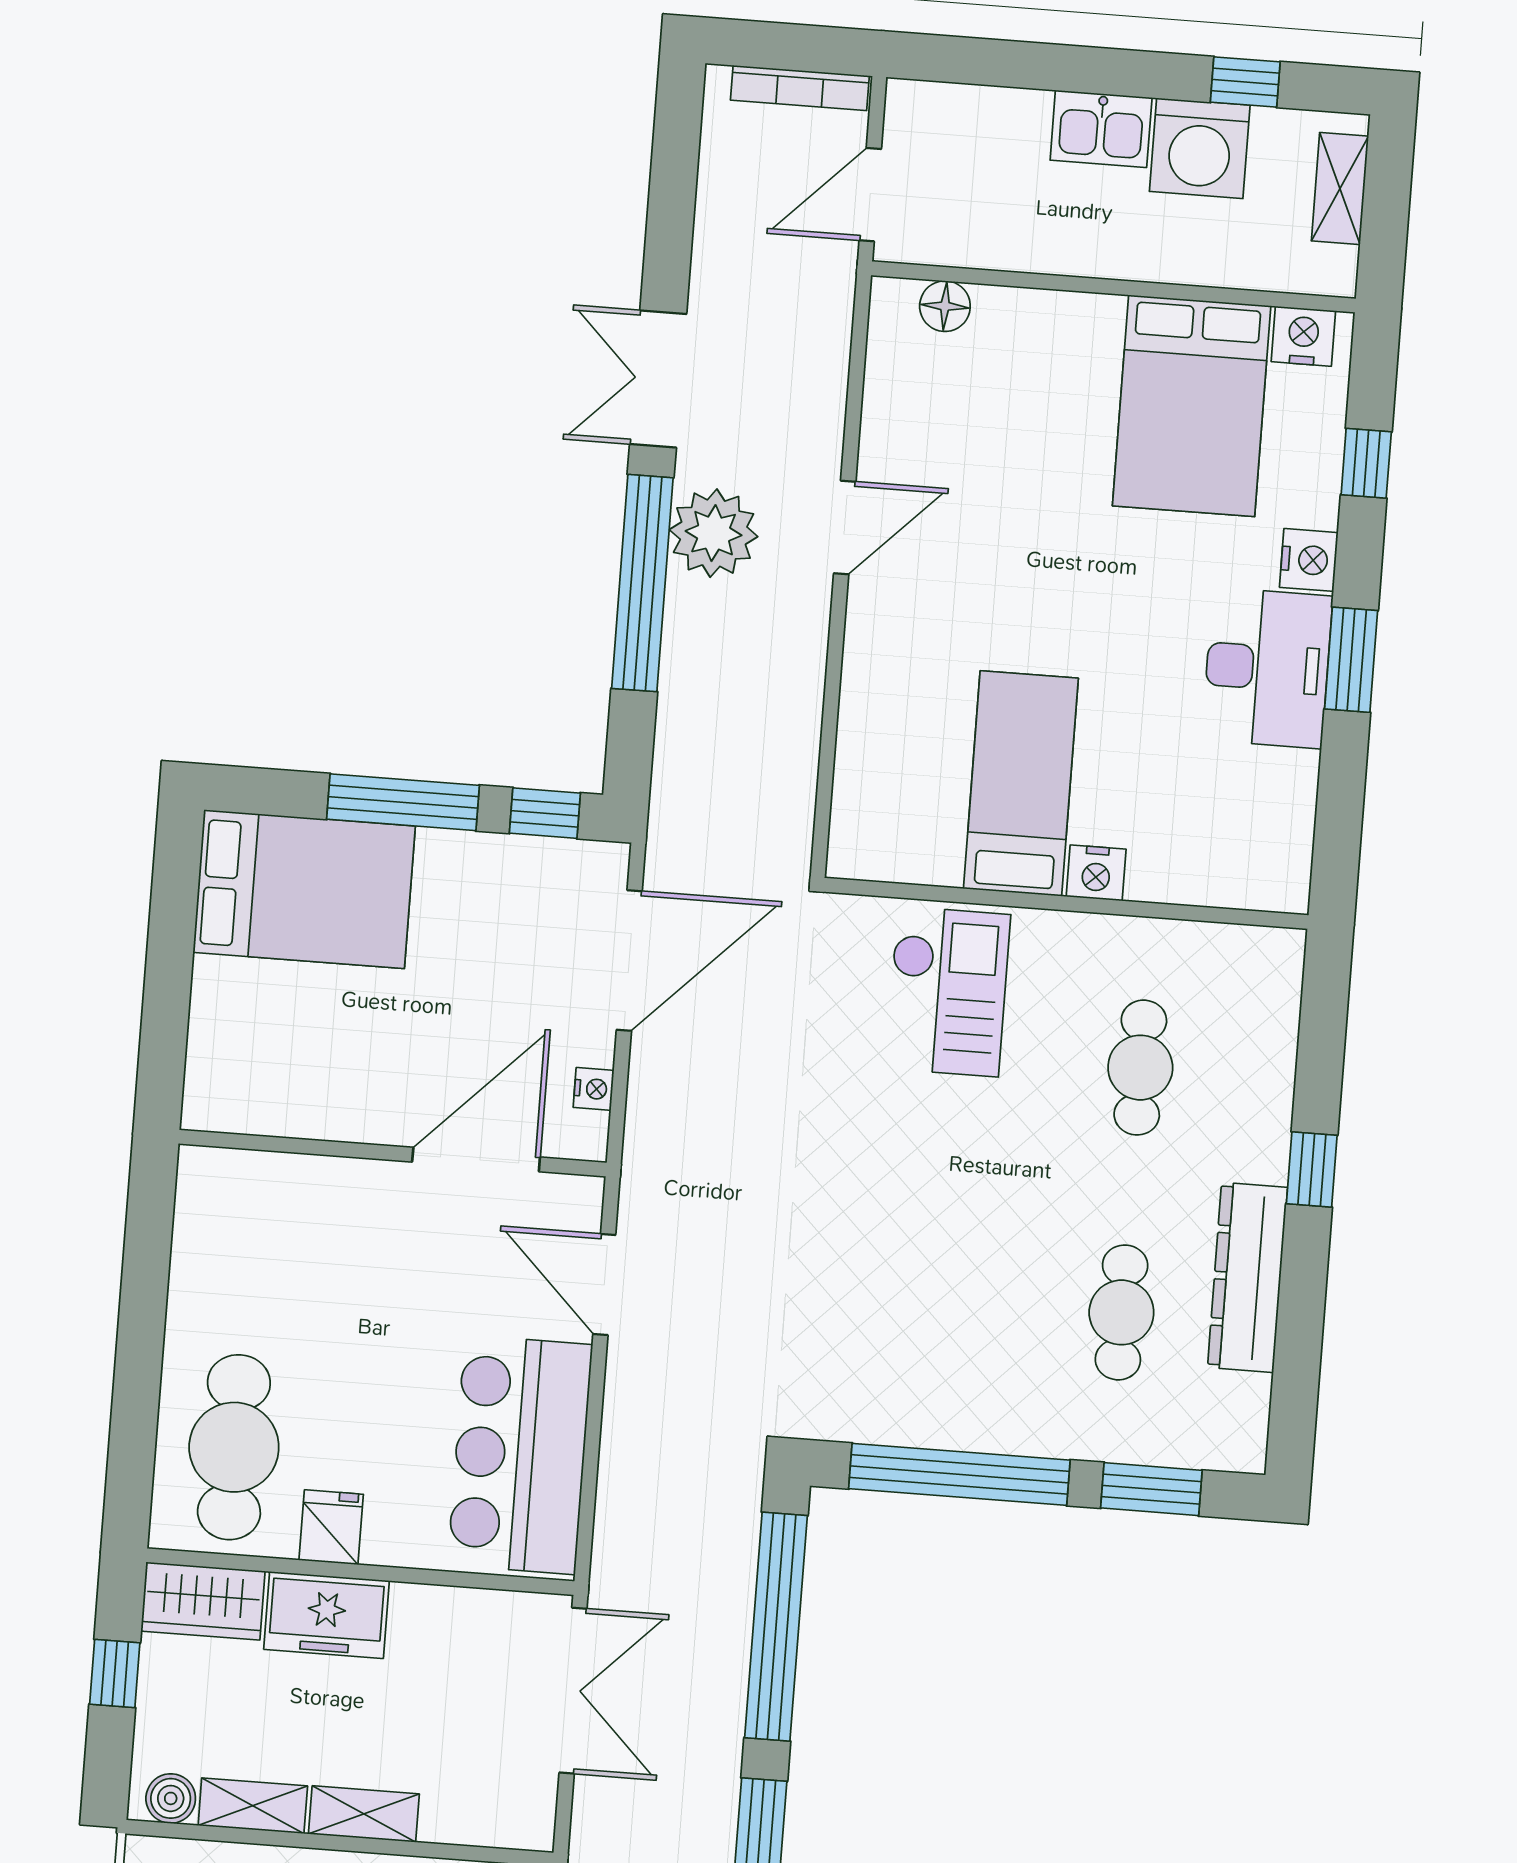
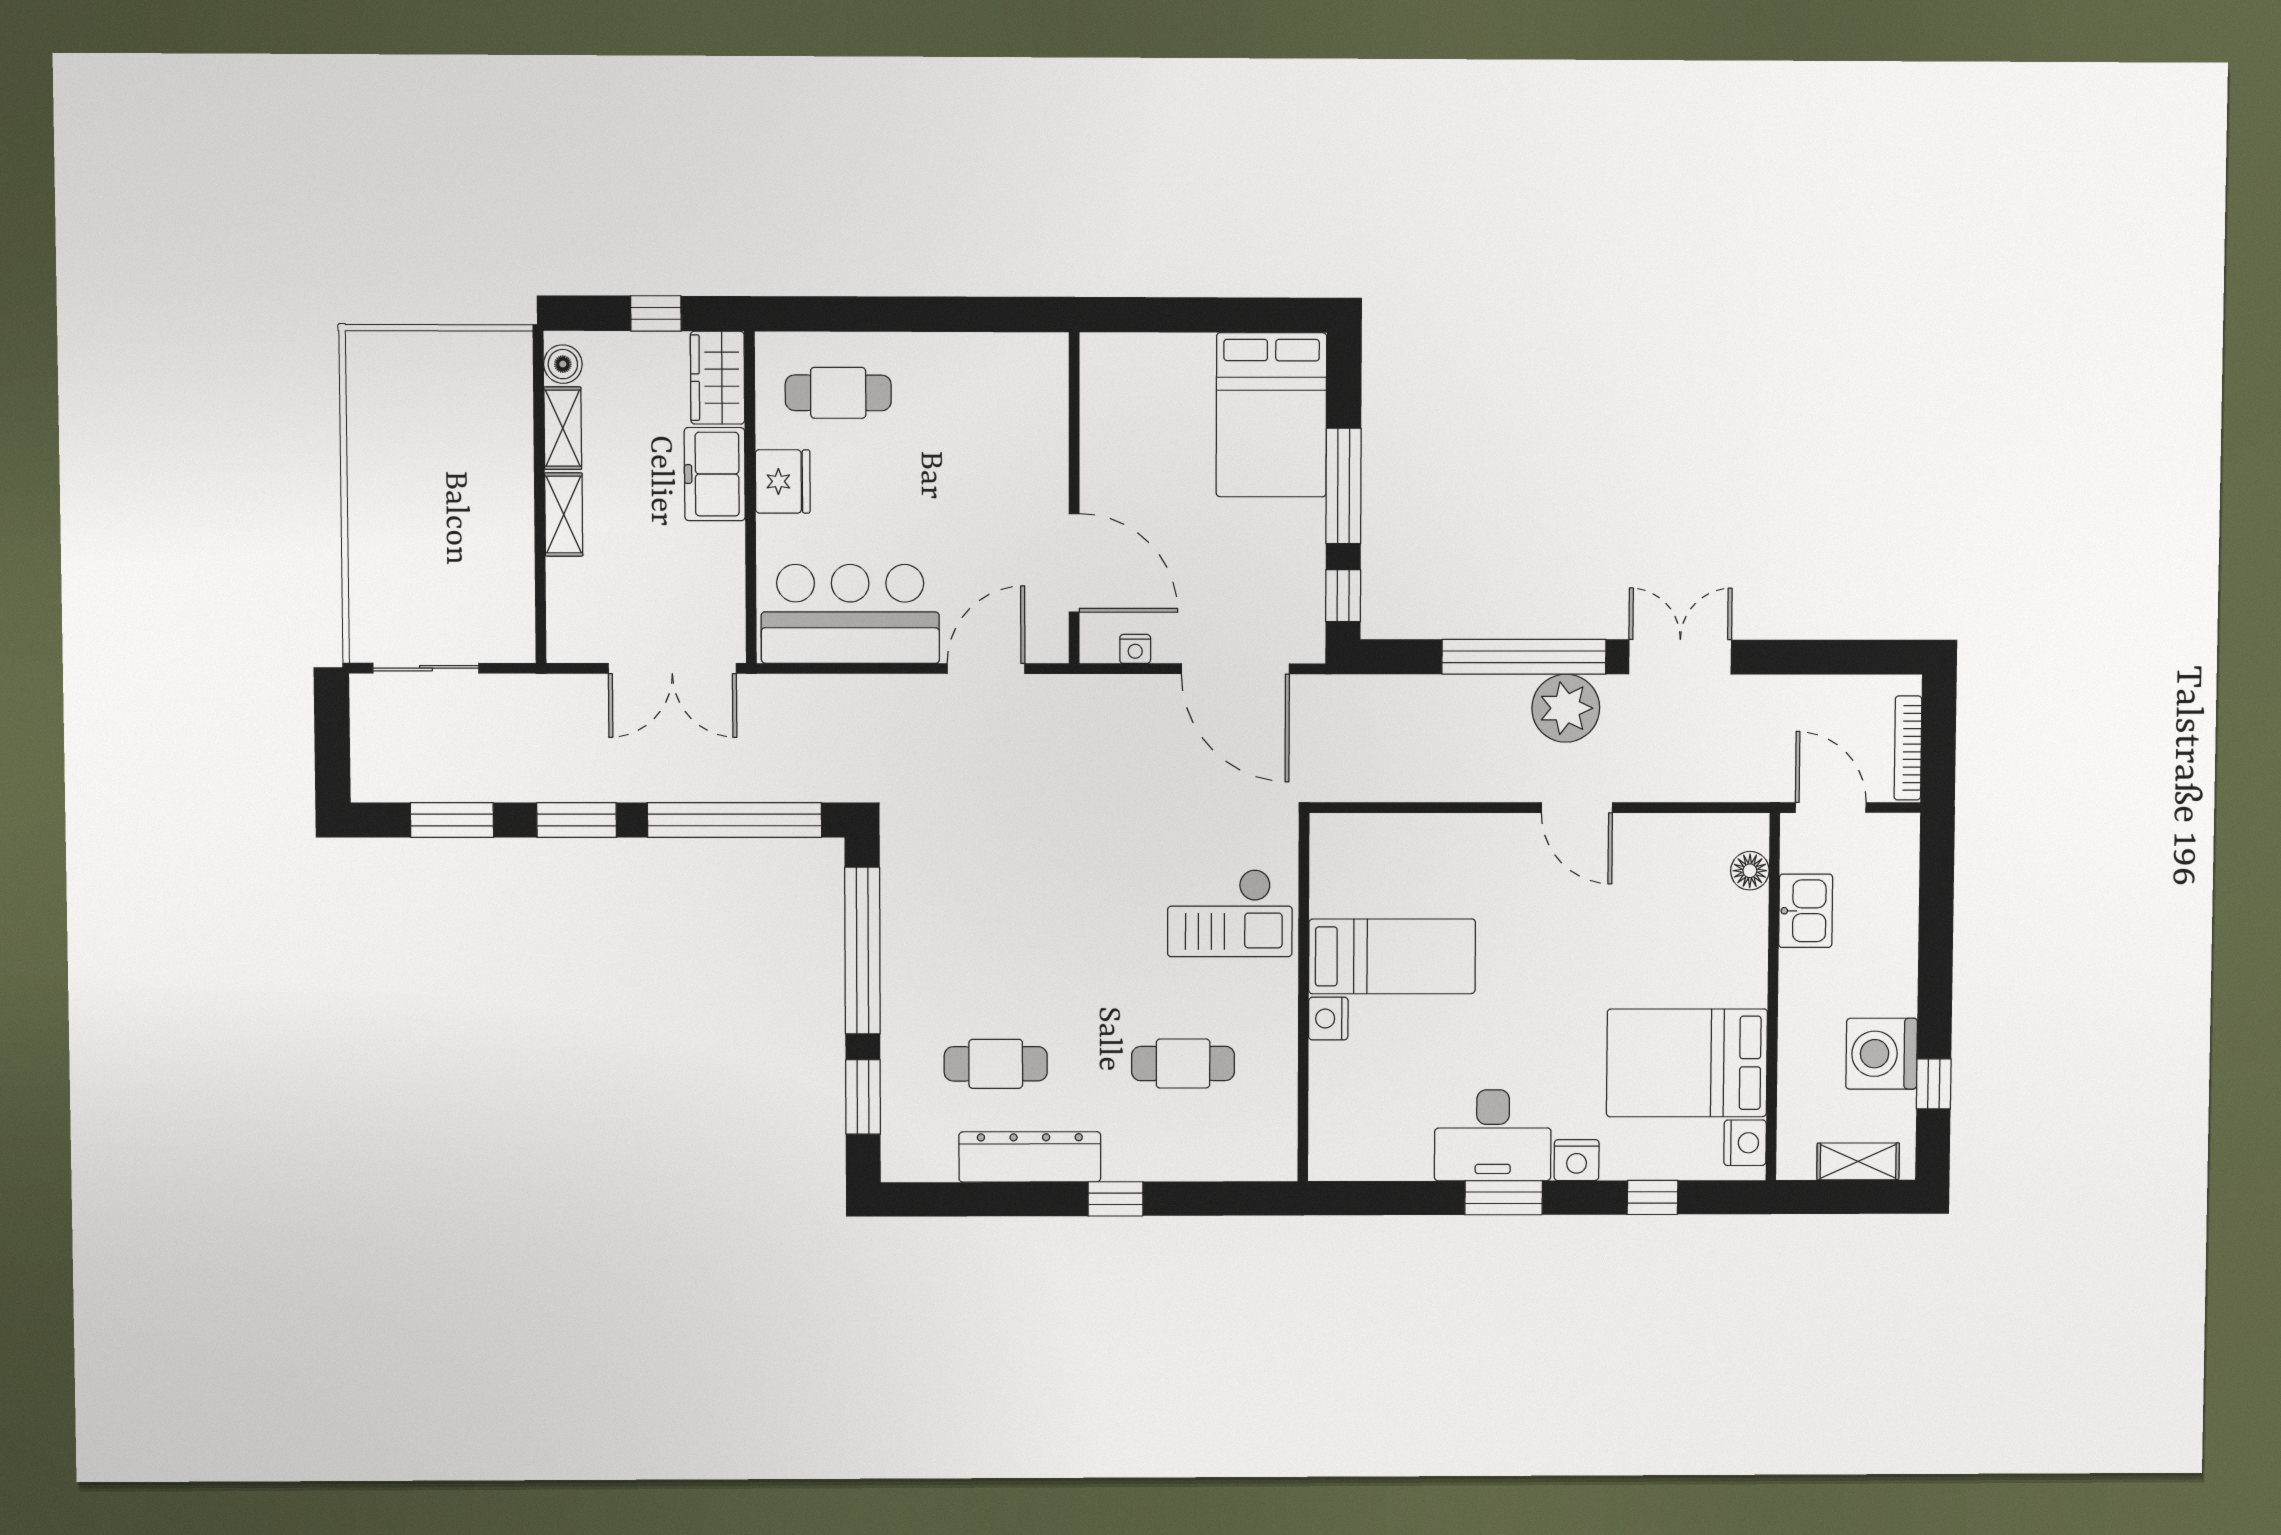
kitchen sink: (1101, 129) -> (1806, 911), moved, turned 180
cafe table: (234, 1447) -> (838, 393), width x0.73, depth x0.74
fridge: (331, 1527) -> (783, 481), width x1.38

